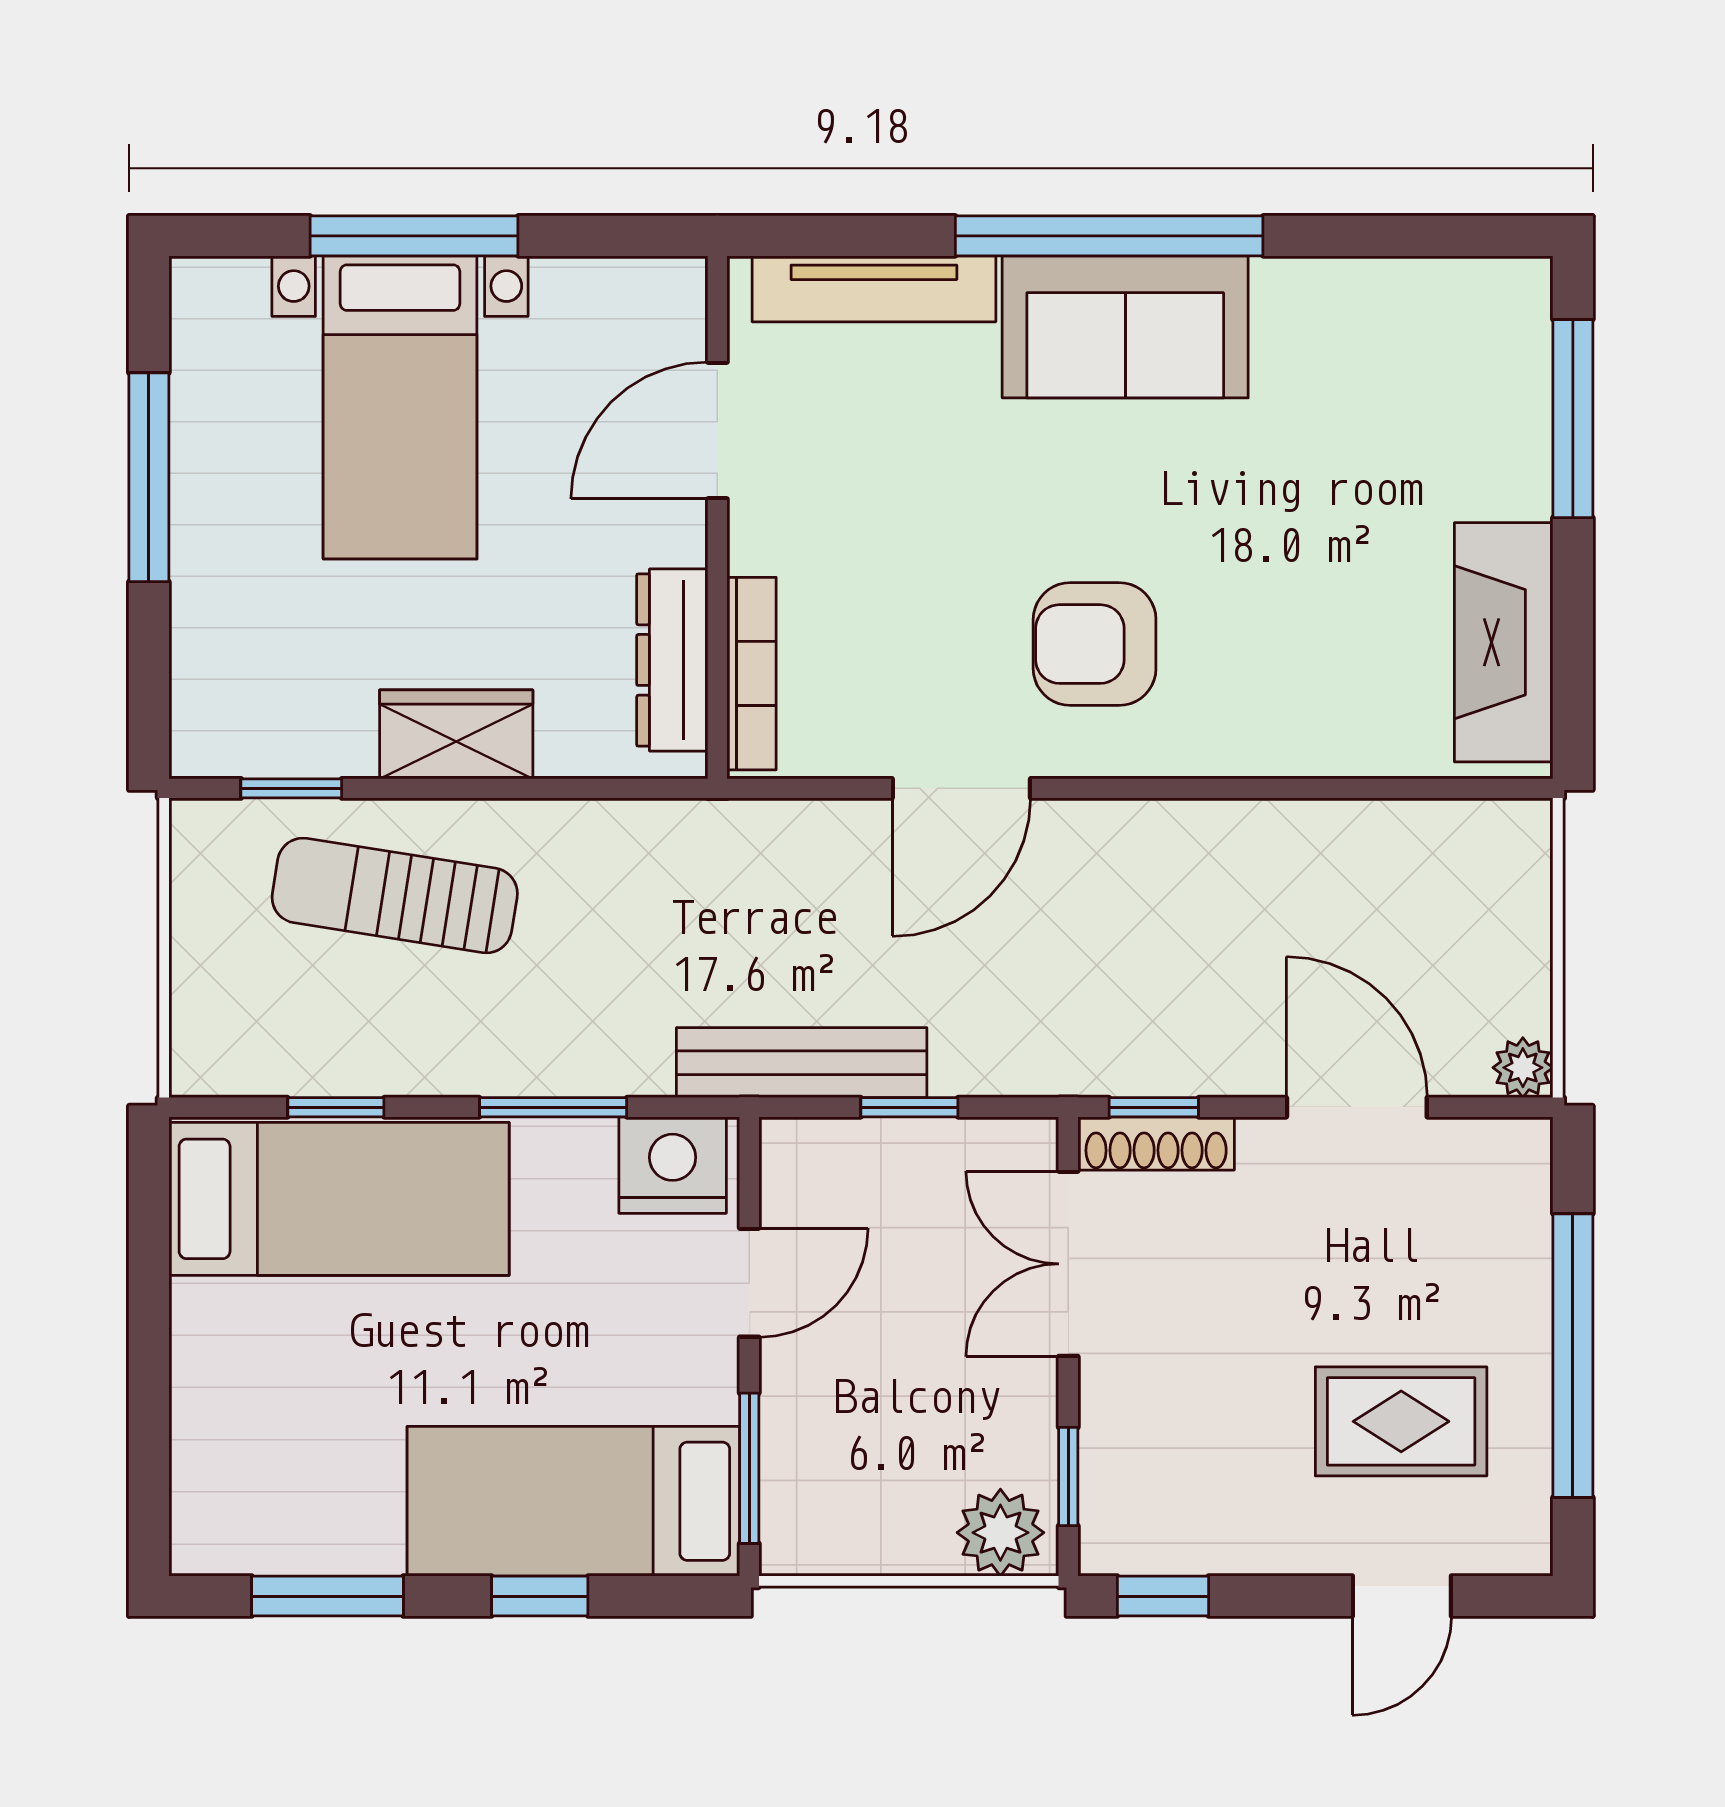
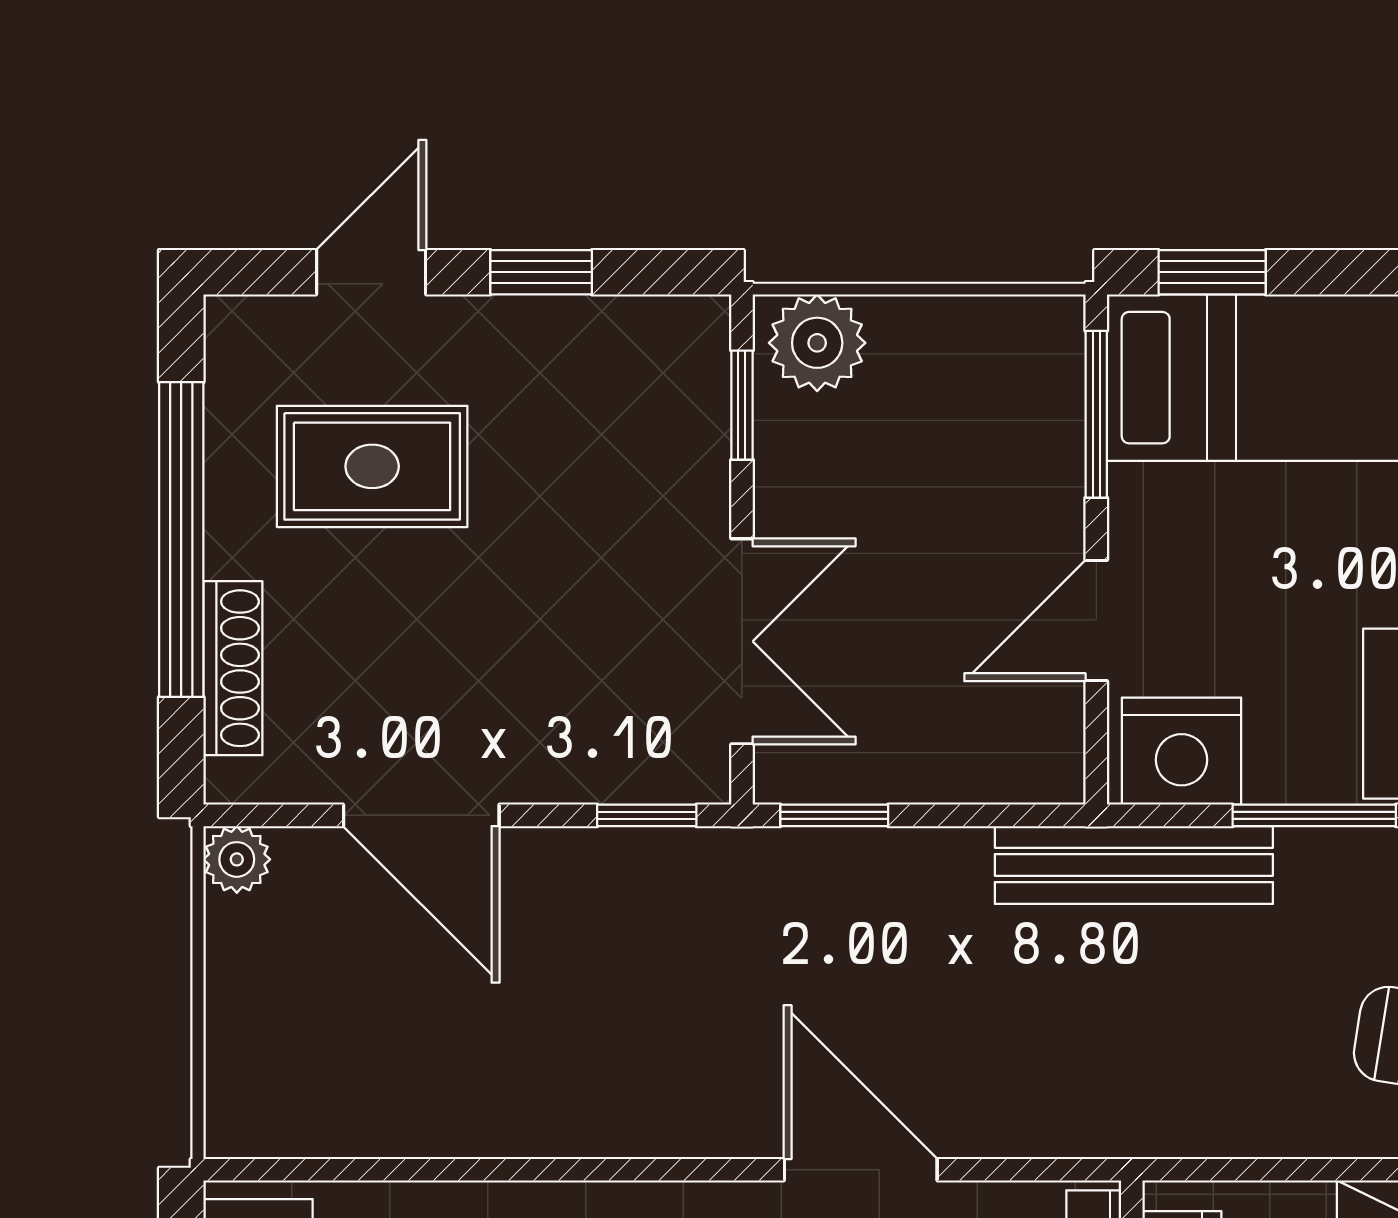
door: (961, 788) -> (861, 1170), hinge flipped
bench: (802, 1063) -> (1134, 865), moved
window: (909, 1107) -> (834, 815), moved
shoe rack: (1156, 1143) -> (233, 668), moved, turned 90
window: (540, 1596) -> (1212, 272), moved
window: (1163, 1596) -> (541, 272), moved

